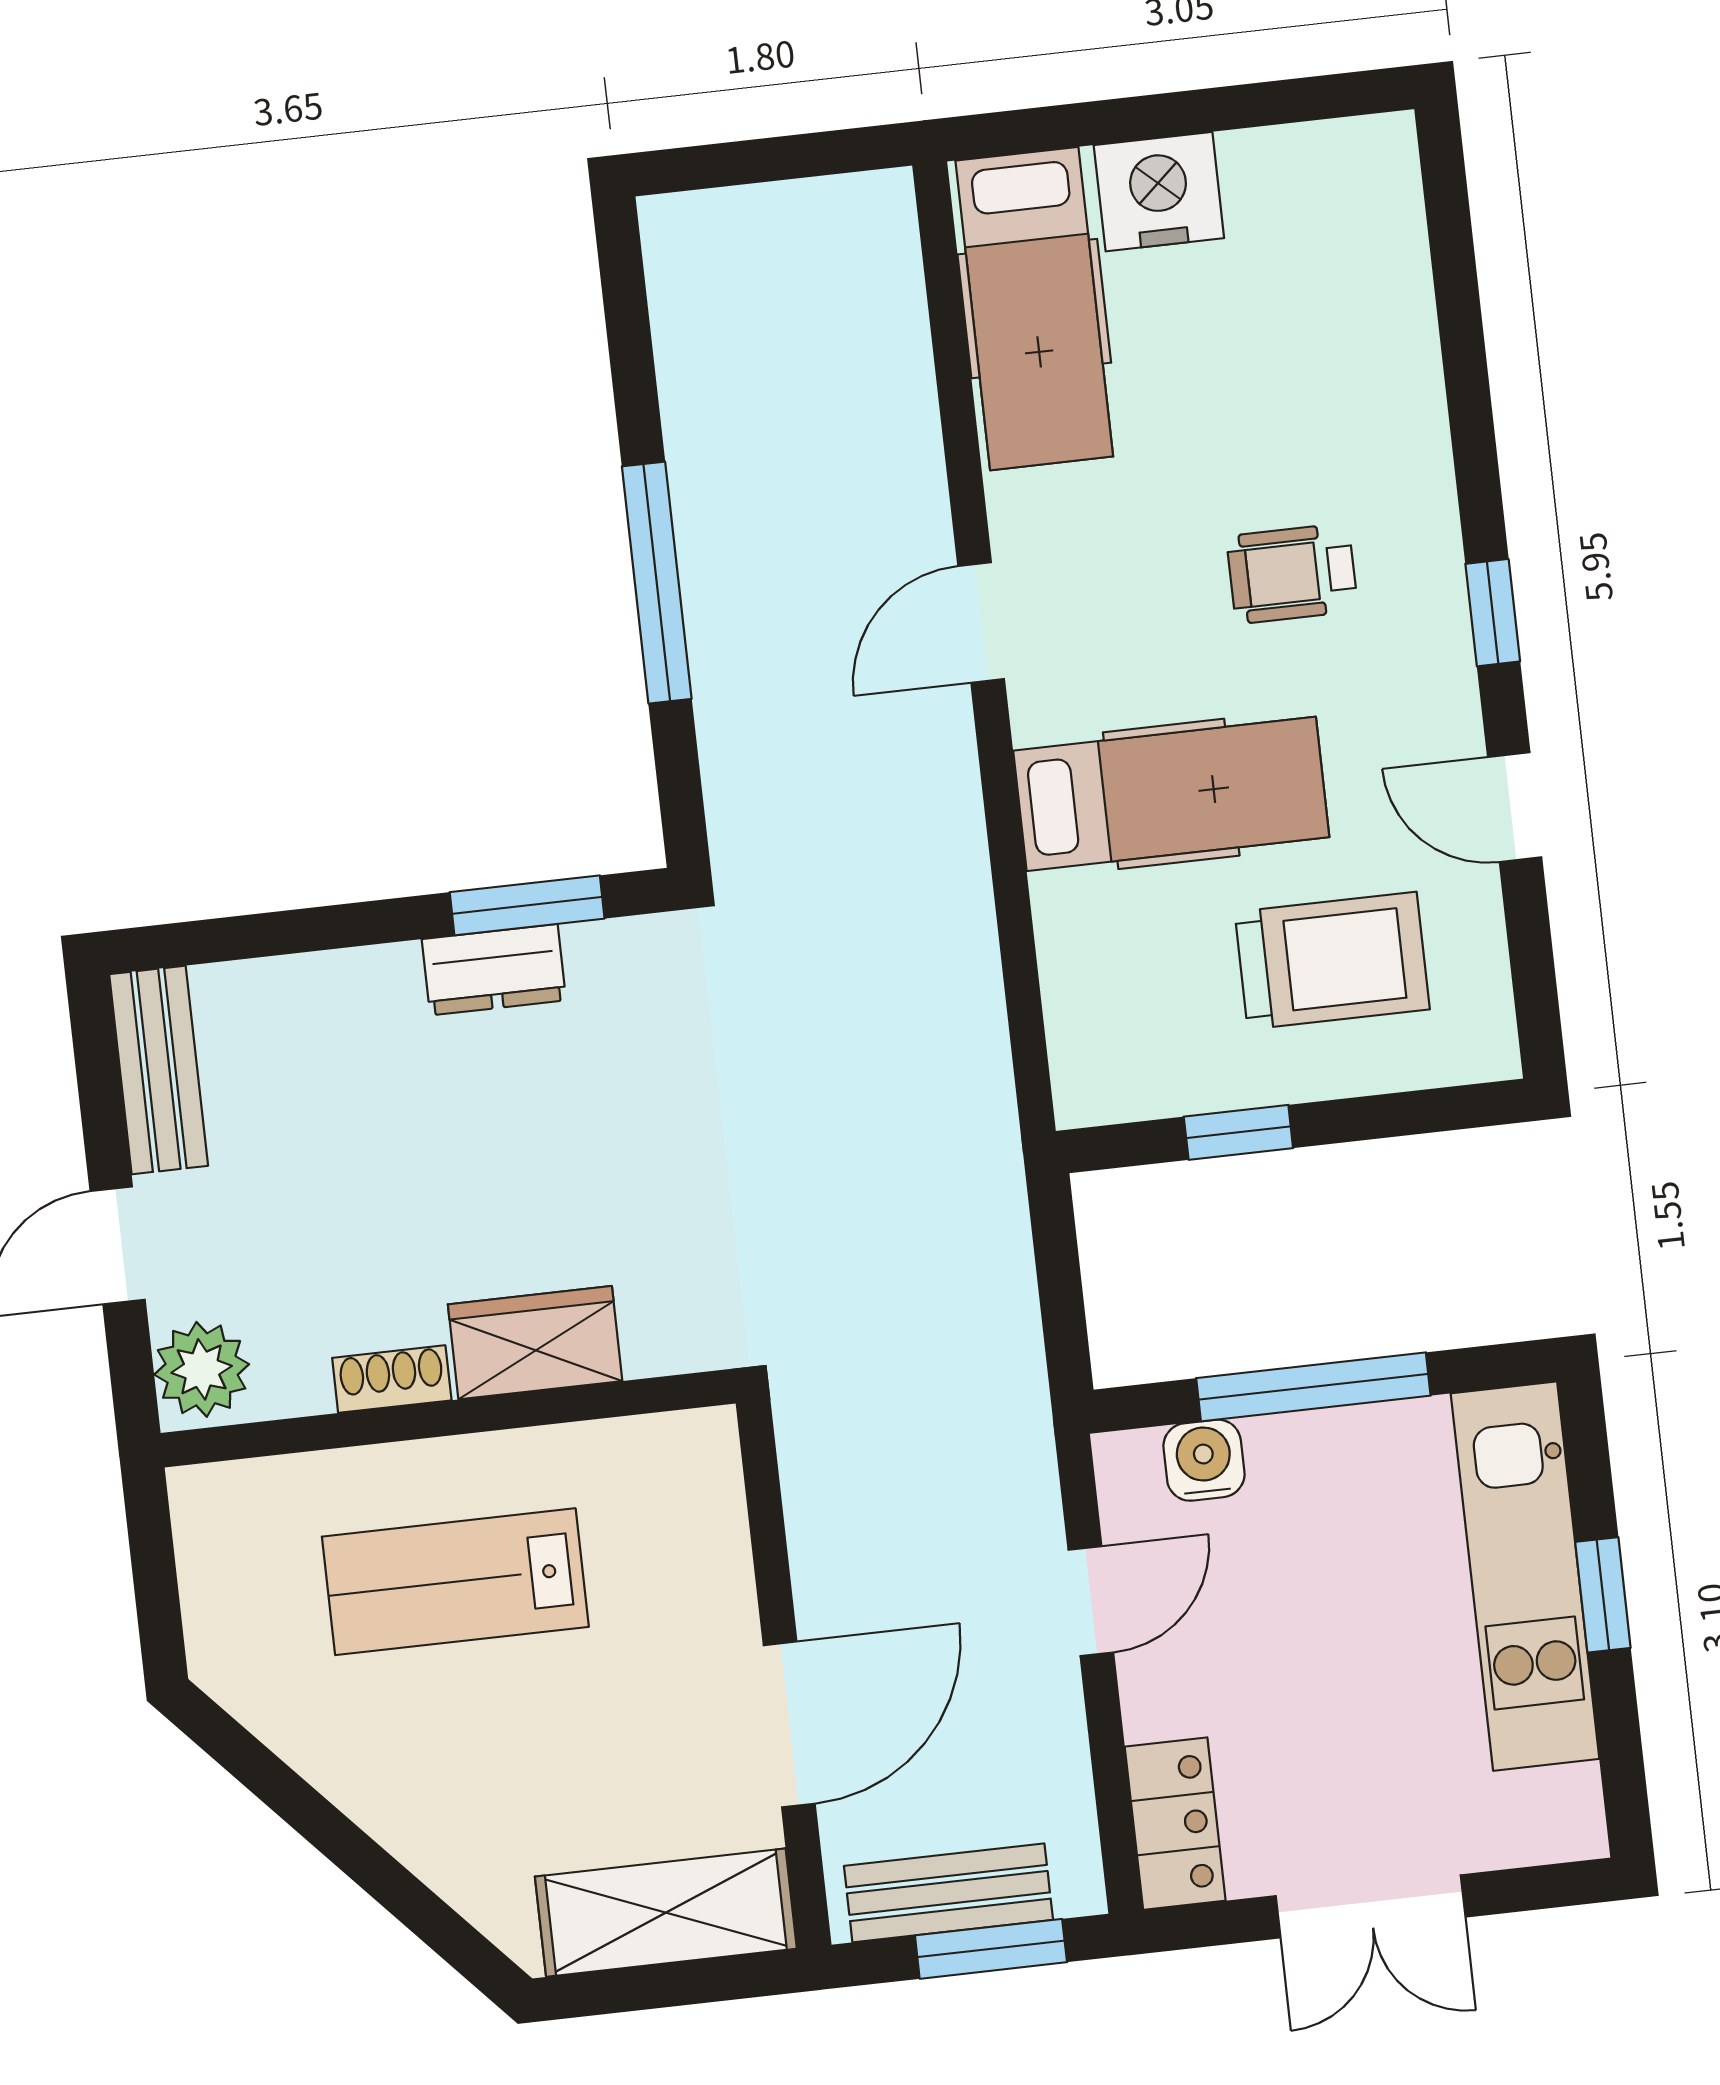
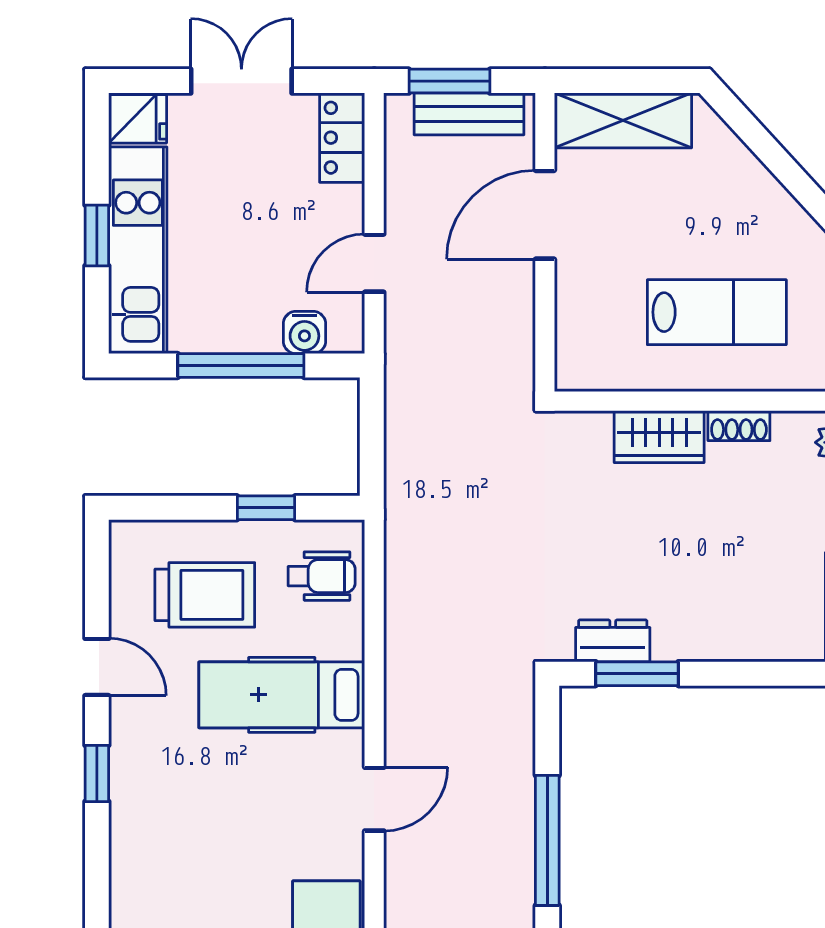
wheelchair: (1292, 573) -> (322, 576), moved
trolley: (1332, 961) -> (205, 595), turned 180
dresser: (494, 970) -> (613, 641), moved
fridge: (1552, 1816) -> (138, 119), added

